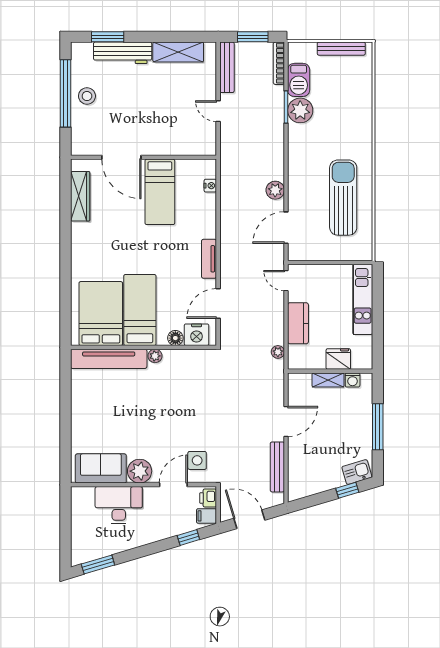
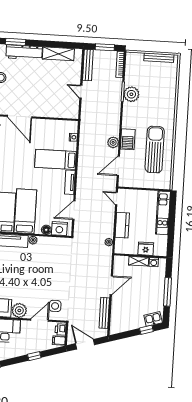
barbecue: (299, 80) -> (128, 139), moved
bed: (160, 192) -> (55, 159), moved, turned 90
window: (188, 538) -> (34, 356), moved

